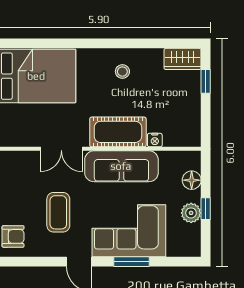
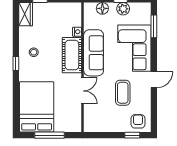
window: (105, 43) -> (16, 63), added
coffee table: (58, 212) -> (123, 93), turned 90
window: (131, 262) -> (154, 26), moved

